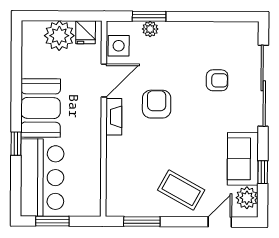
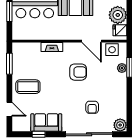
fireplace: (114, 117) -> (52, 47), moved
coffee table: (181, 190) -> (28, 87), turned 61
plant: (247, 198) -> (120, 125), moved

